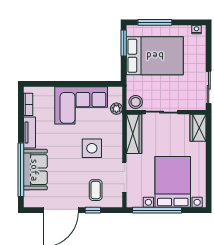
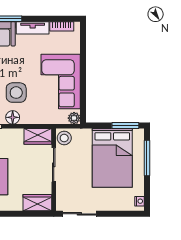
plant: (116, 109) -> (74, 118), moved
wardrobe: (134, 134) -> (38, 136), width x0.67
floor lamp: (116, 152) -> (13, 117), added

